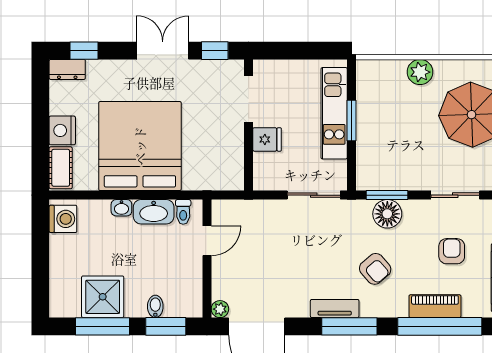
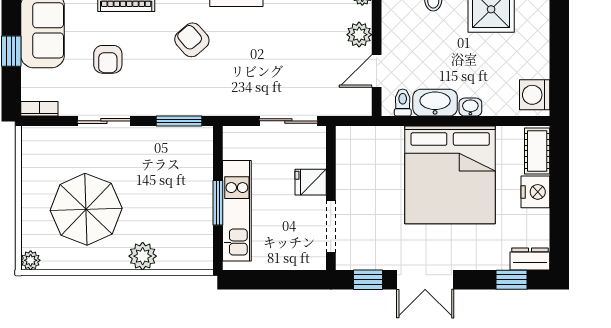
sliding door: (314, 195) -> (288, 121), moved
floor lamp: (387, 214) -> (179, 100), removed
plant: (223, 274) -> (359, 35), added

